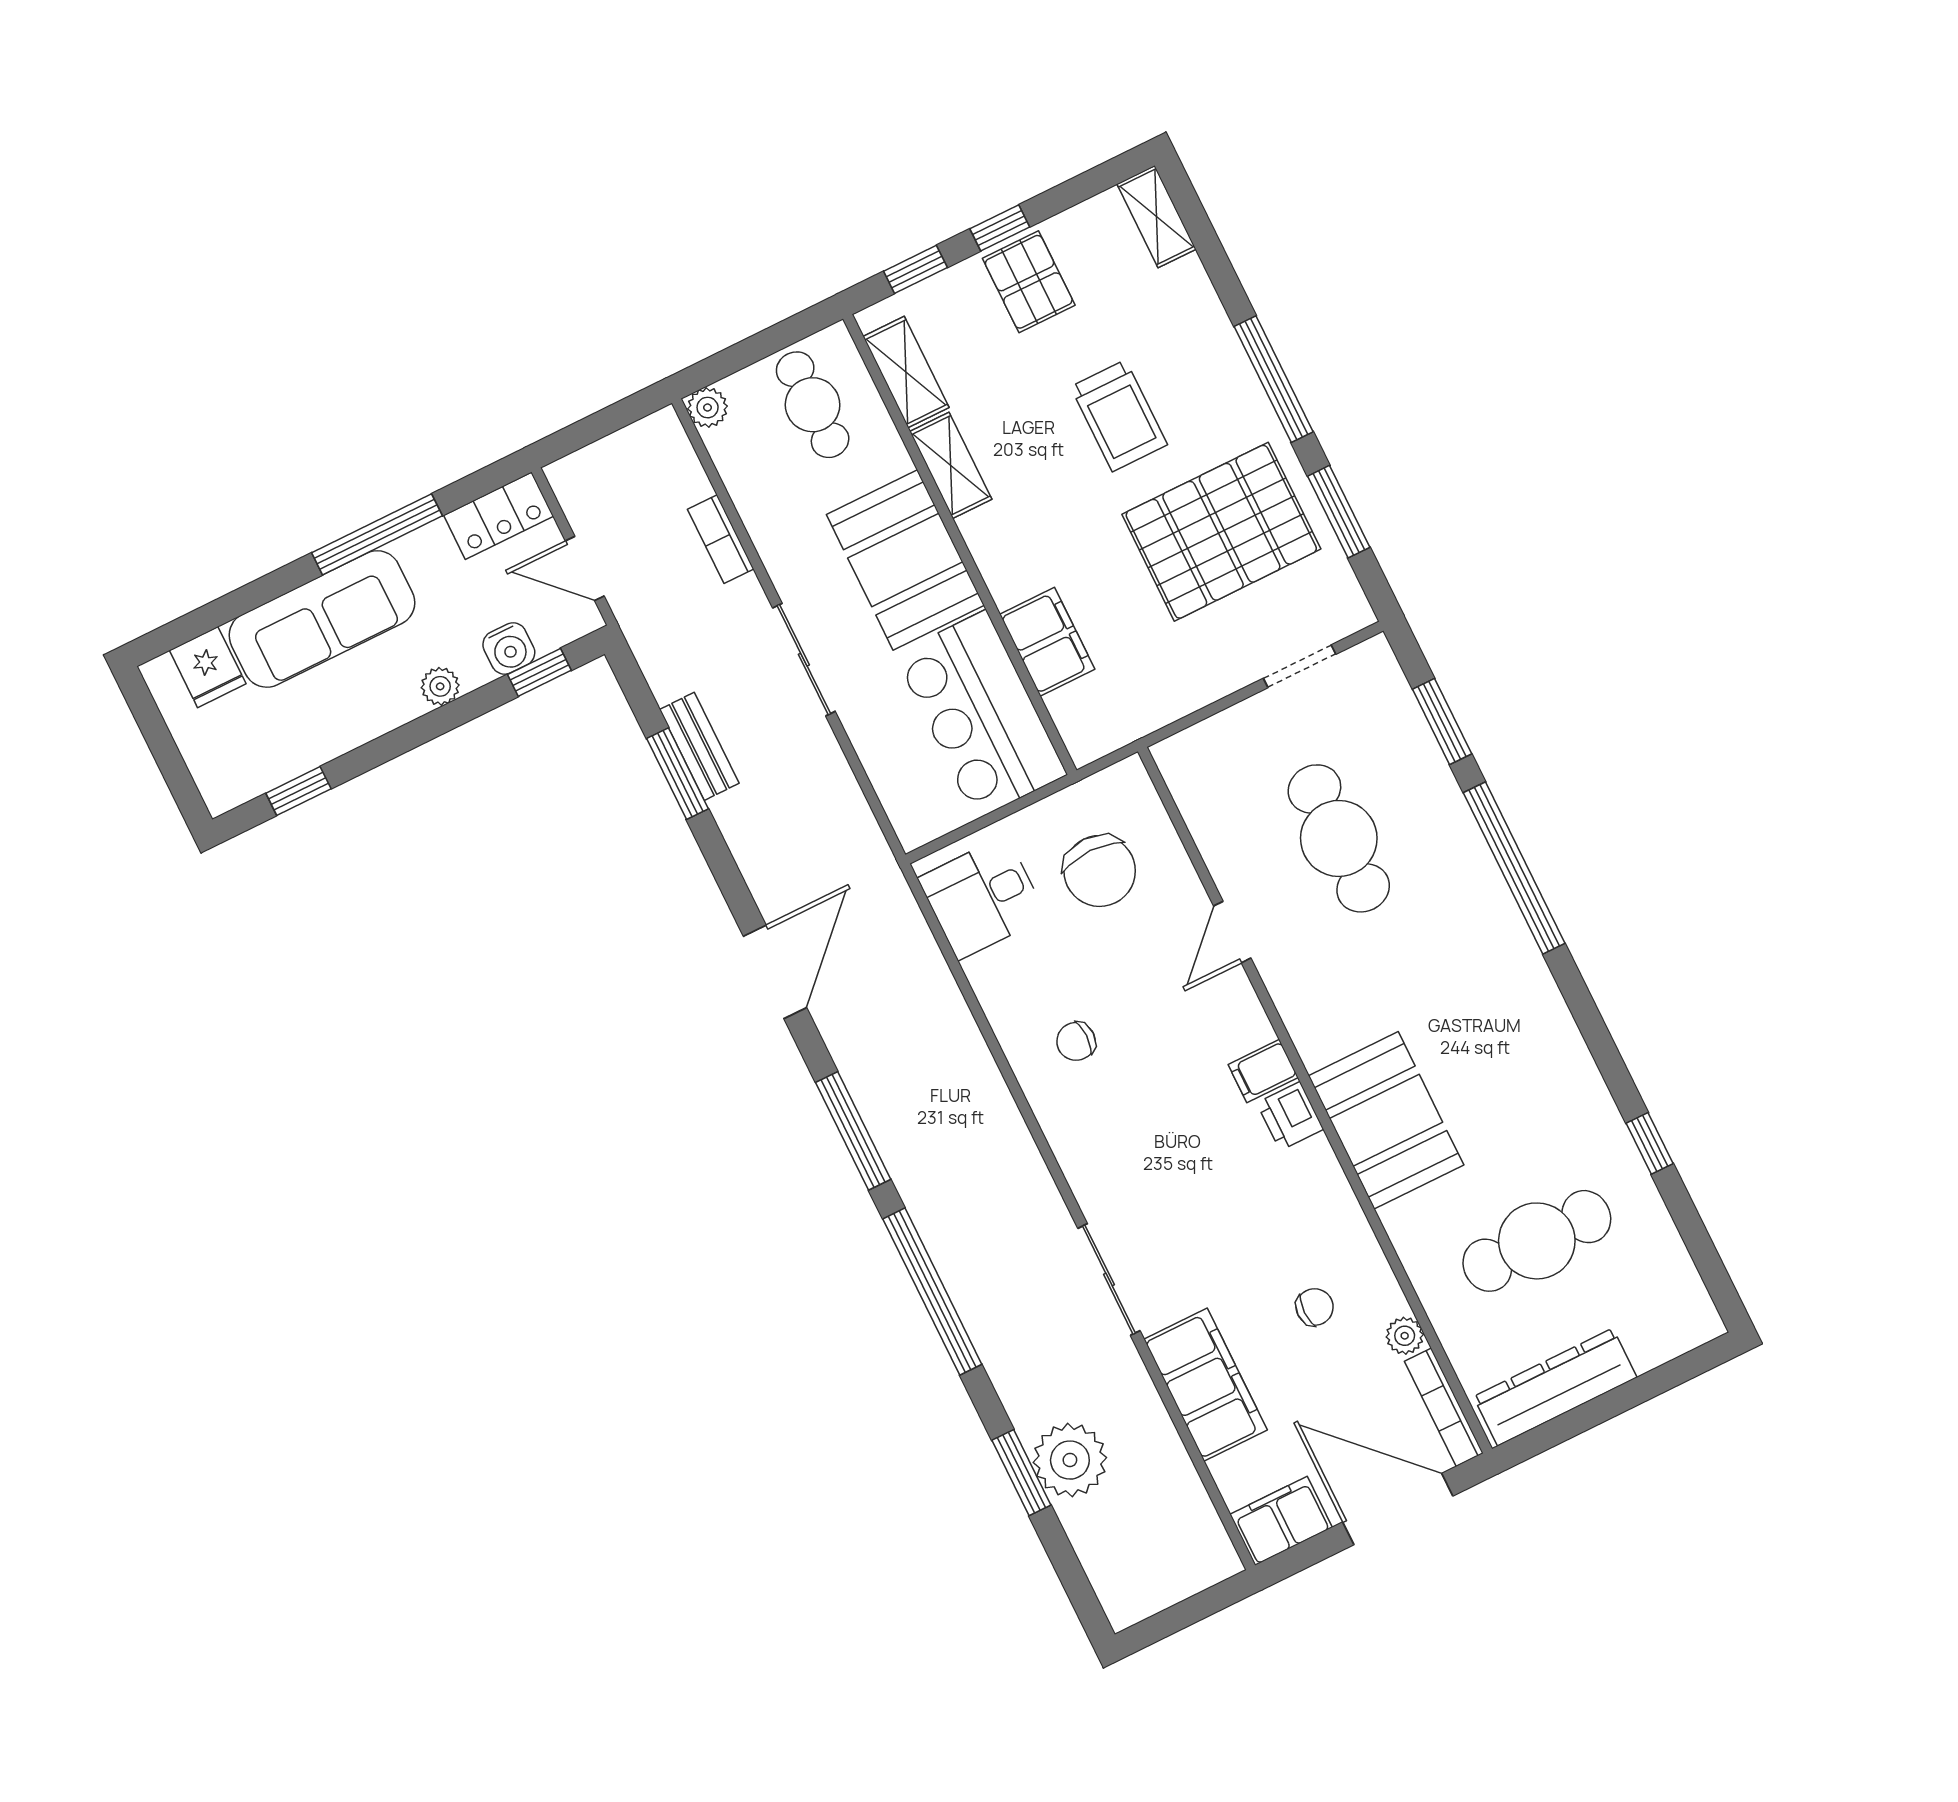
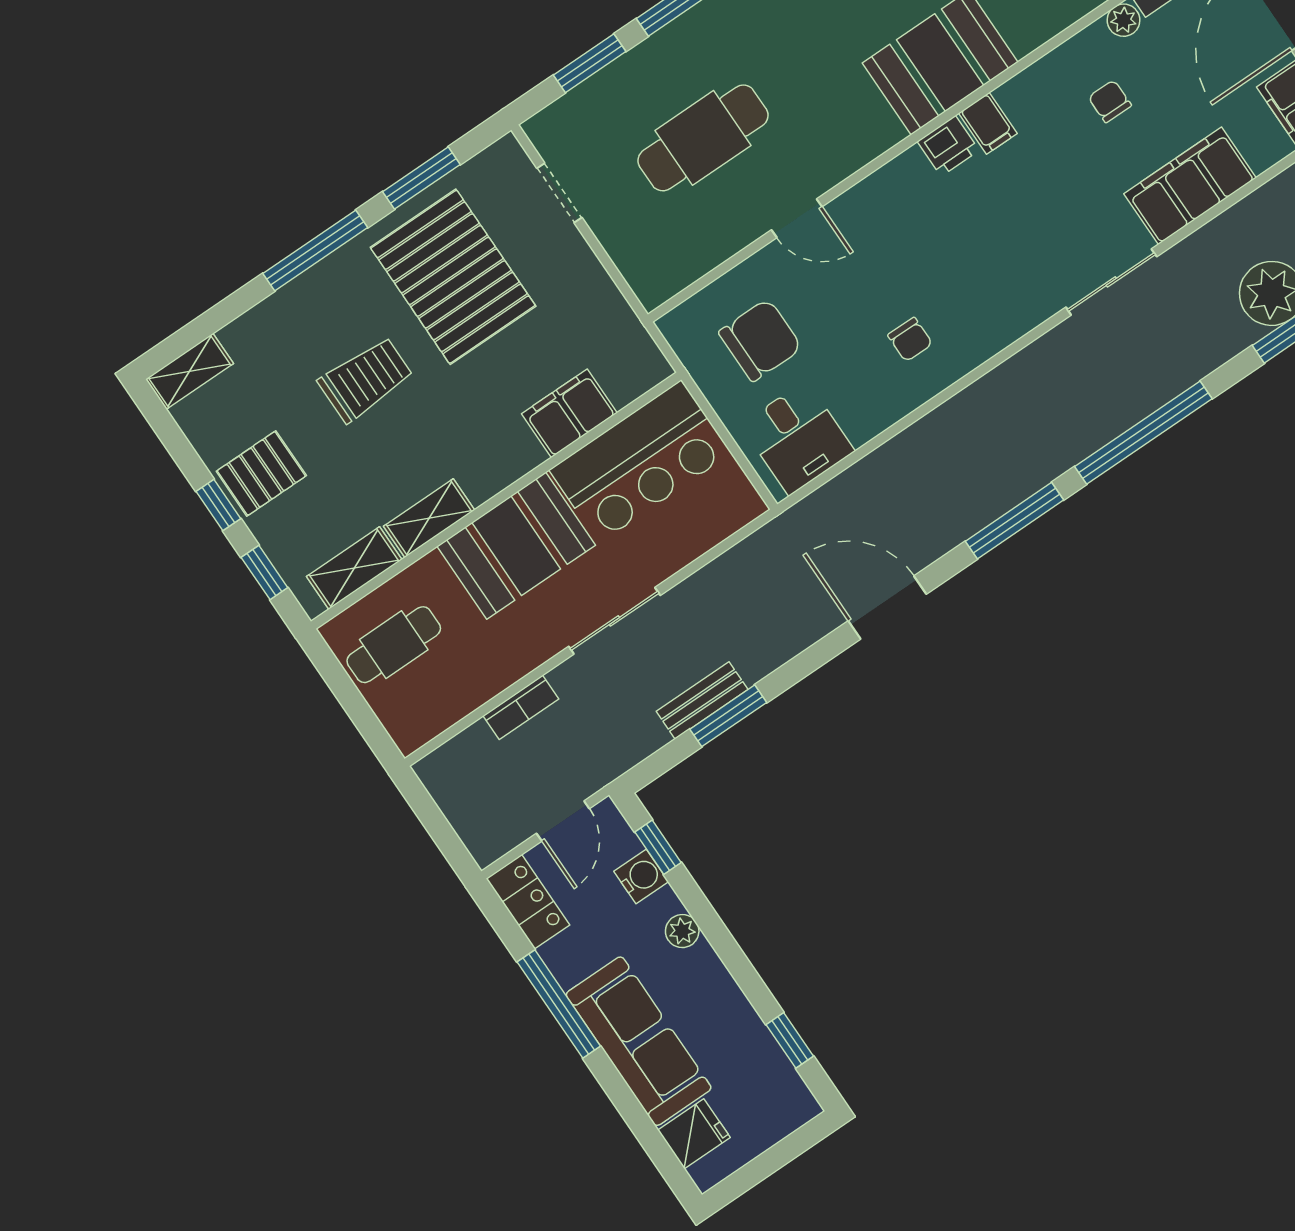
plant: (708, 408) -> (409, 735), removed
filing cabinet: (1263, 1071) -> (988, 123), moved

